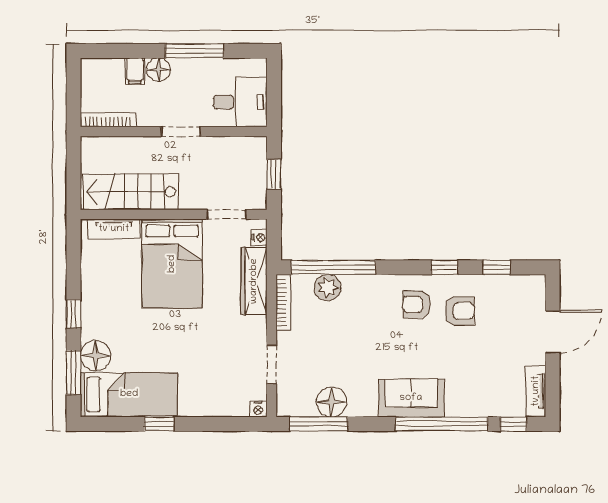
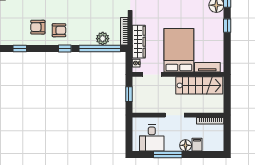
desk: (240, 102) -> (152, 138), moved, turned -90
window: (444, 267) -> (65, 48), moved

